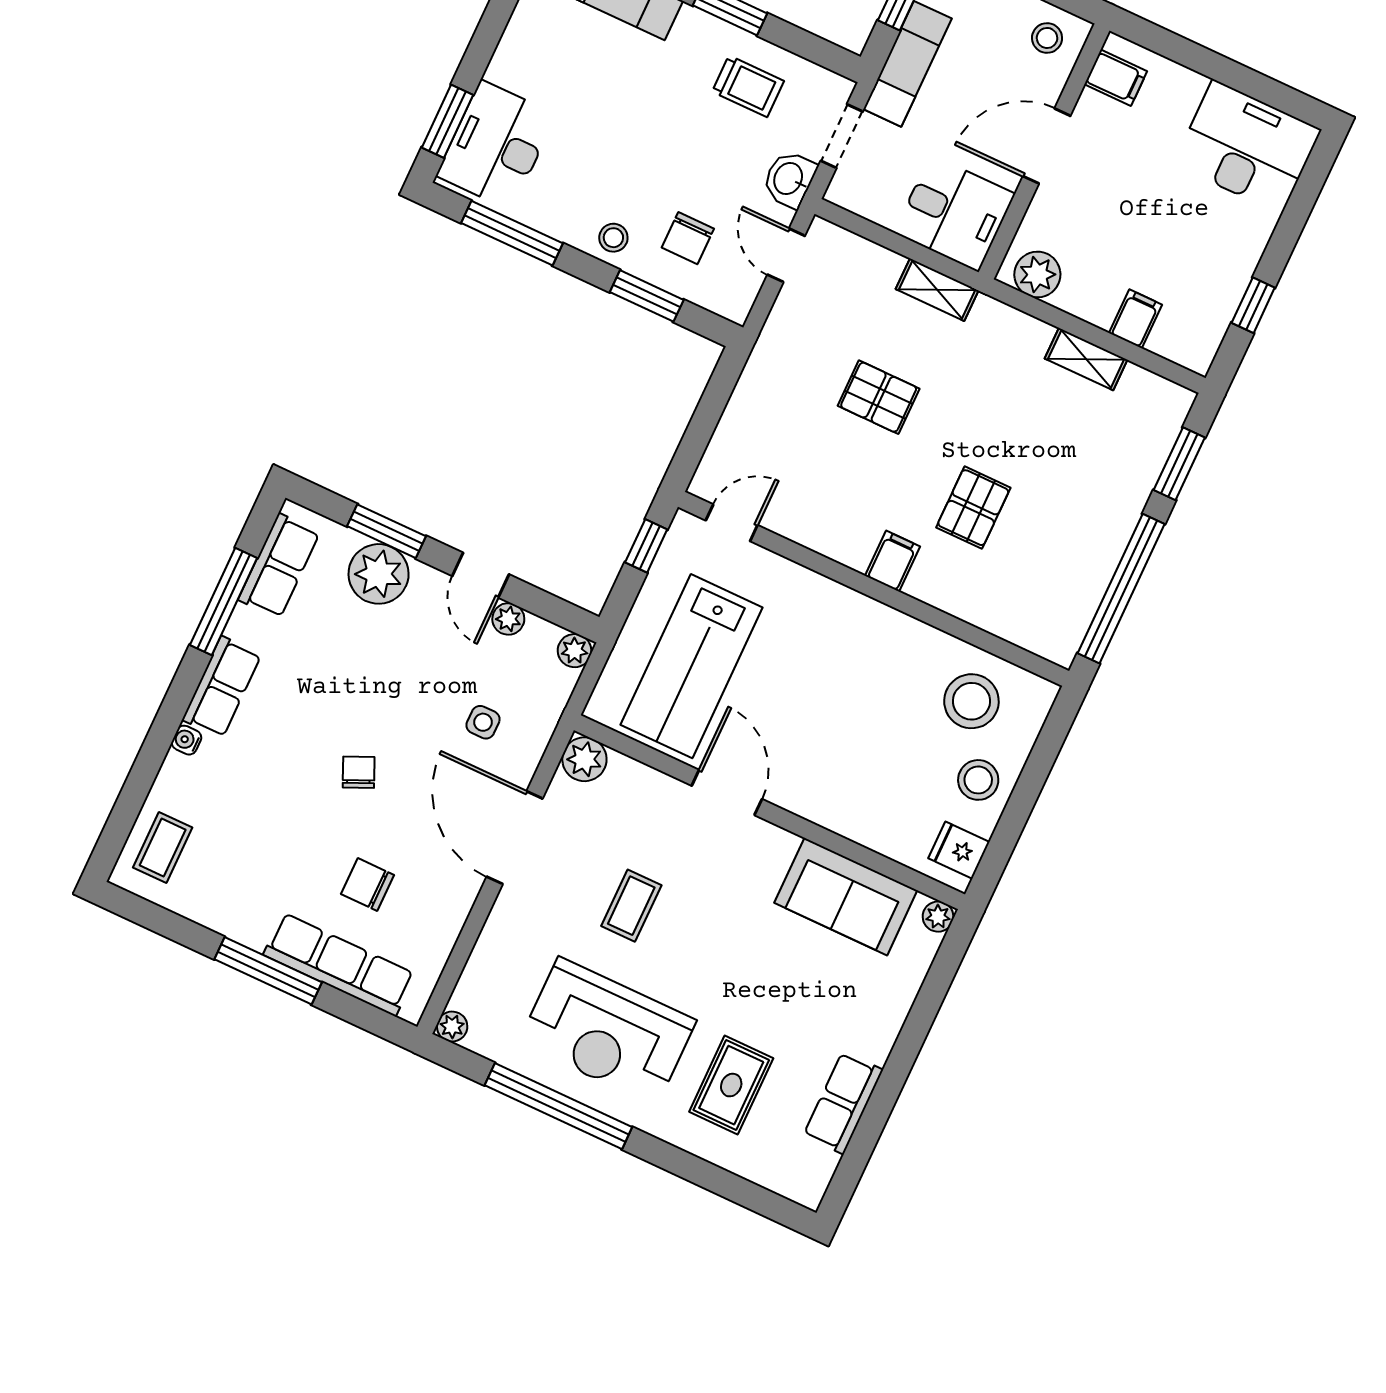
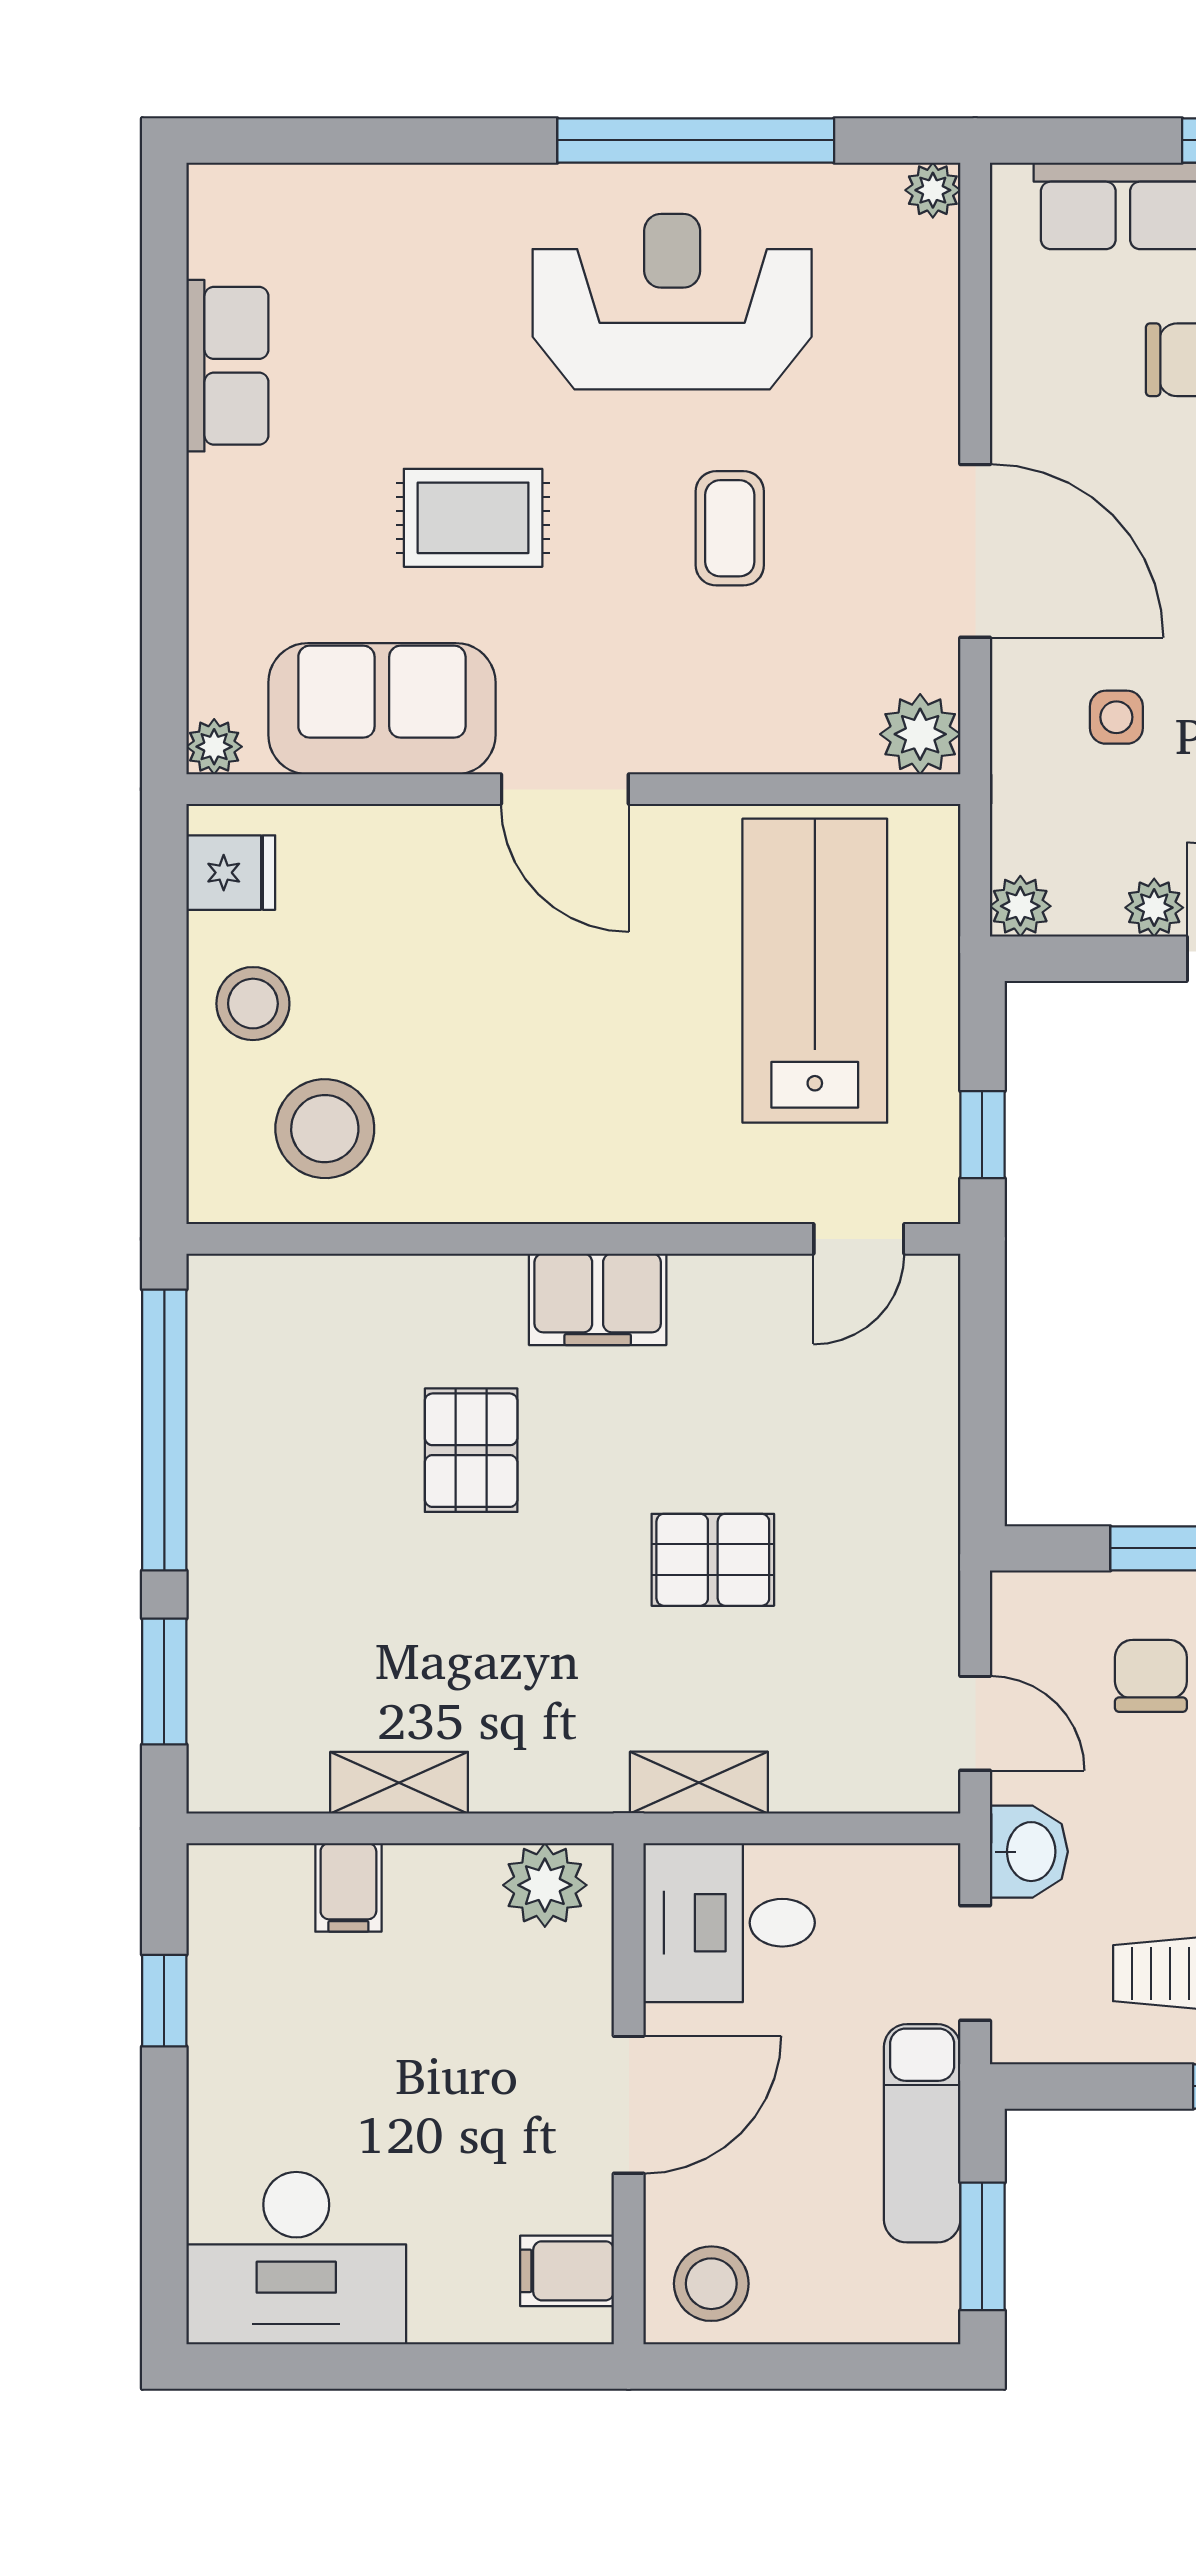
stool: (1047, 38) -> (711, 2284), width x1.37, depth x1.37
filing cabinet: (893, 561) -> (598, 1299), width x2.00
door: (727, 792) -> (565, 789), moved
rug: (731, 1085) -> (473, 518), moved, turned 90

